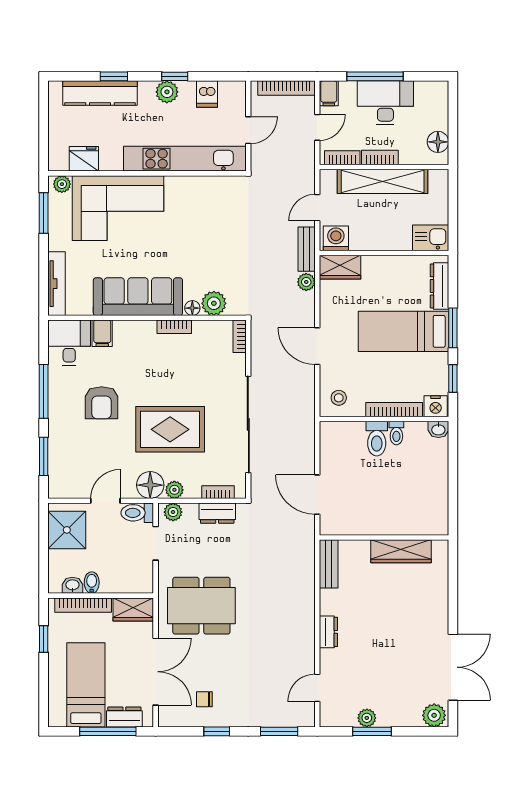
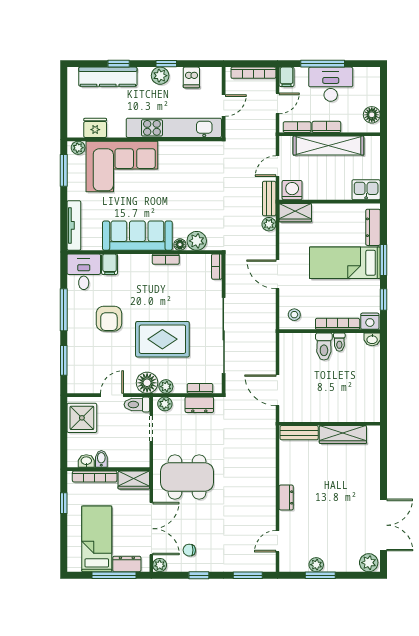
bench: (329, 564) -> (299, 433), moved, turned 90
plant: (166, 718) -> (160, 565), added

